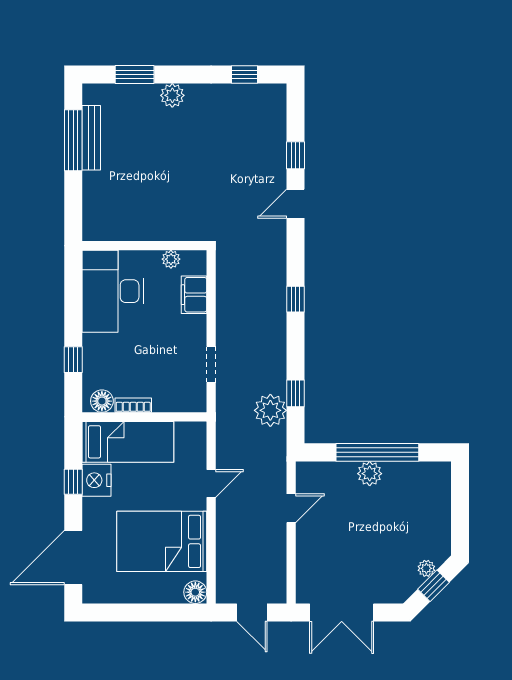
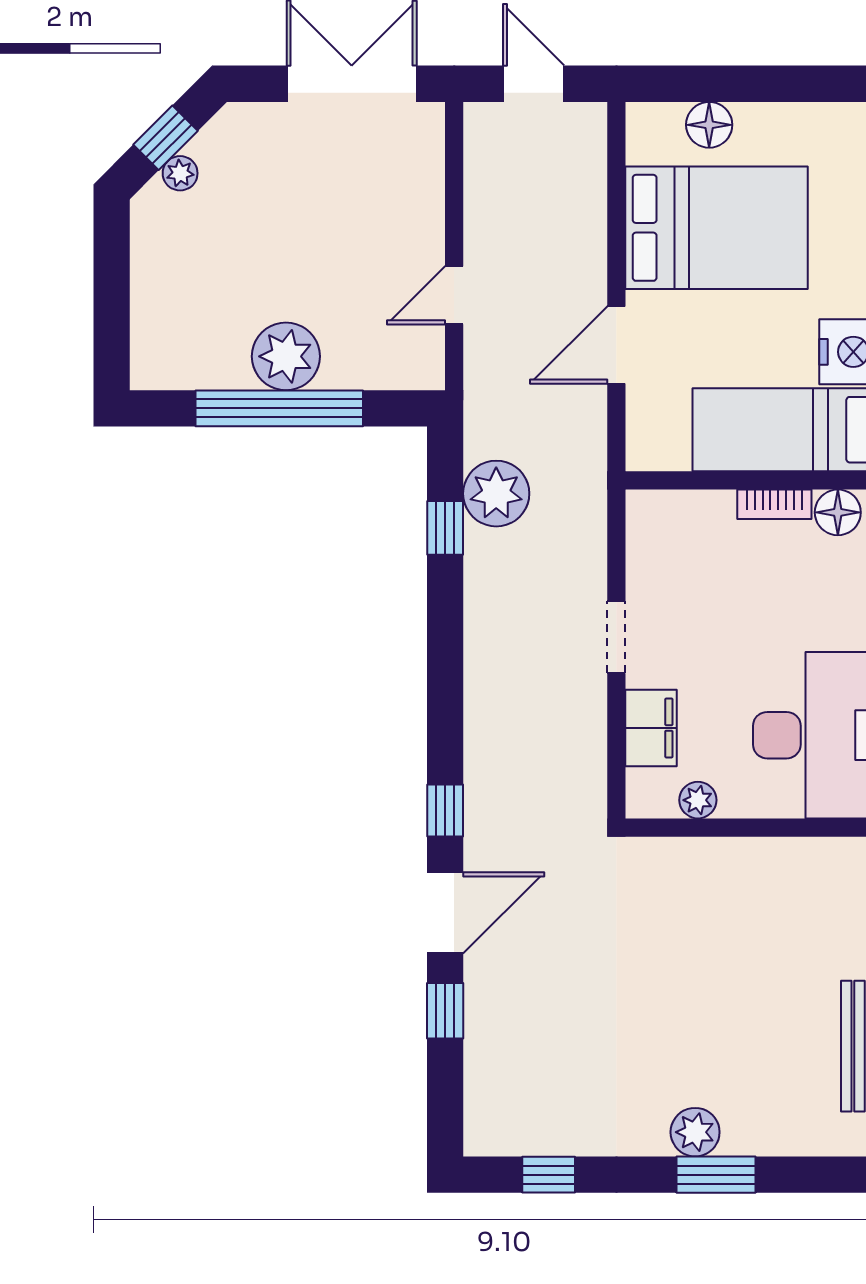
window: (135, 74) -> (716, 1175), moved
door: (296, 204) -> (445, 913), width x1.38
window: (296, 299) -> (445, 810), moved
doorway: (211, 365) -> (616, 637), moved
plant: (370, 474) -> (286, 356), width x1.36, depth x1.36
door: (211, 484) -> (616, 345), width x1.38
floor lamp: (195, 592) -> (709, 125), moved

